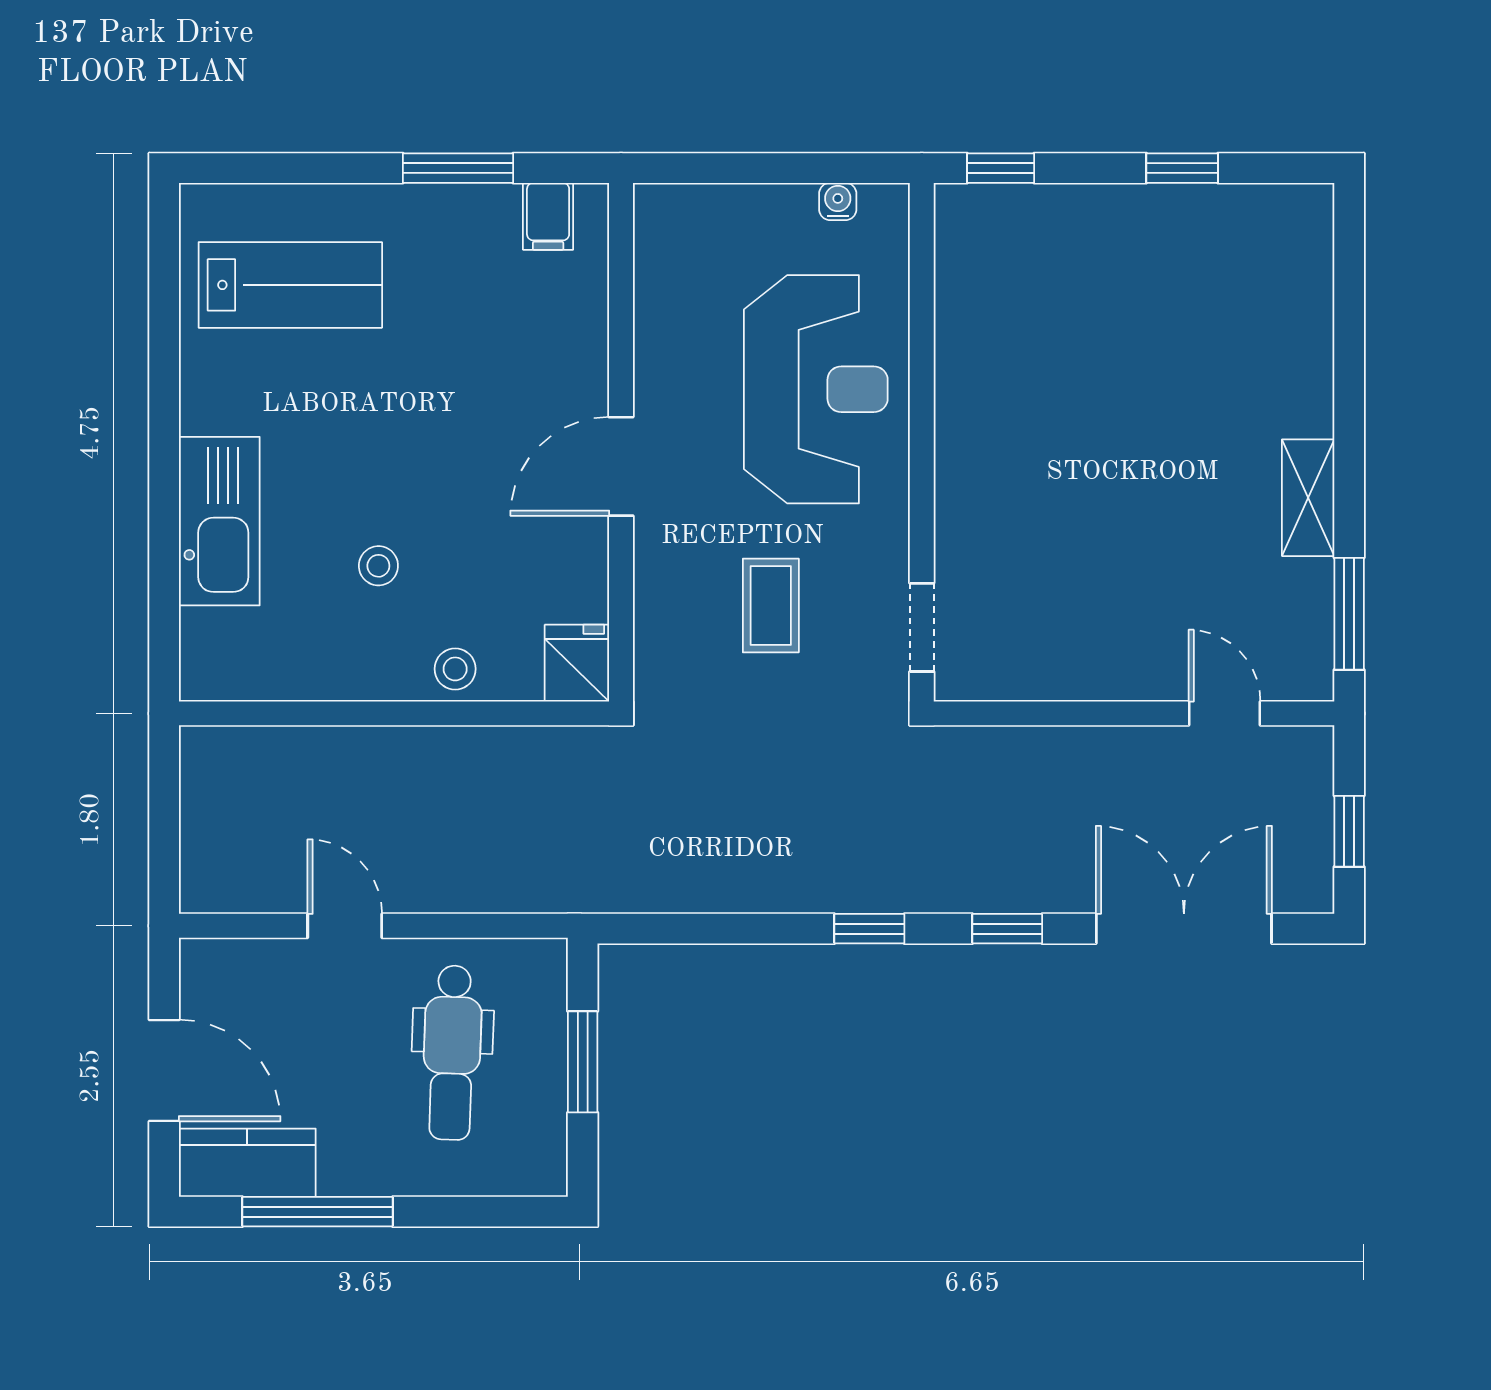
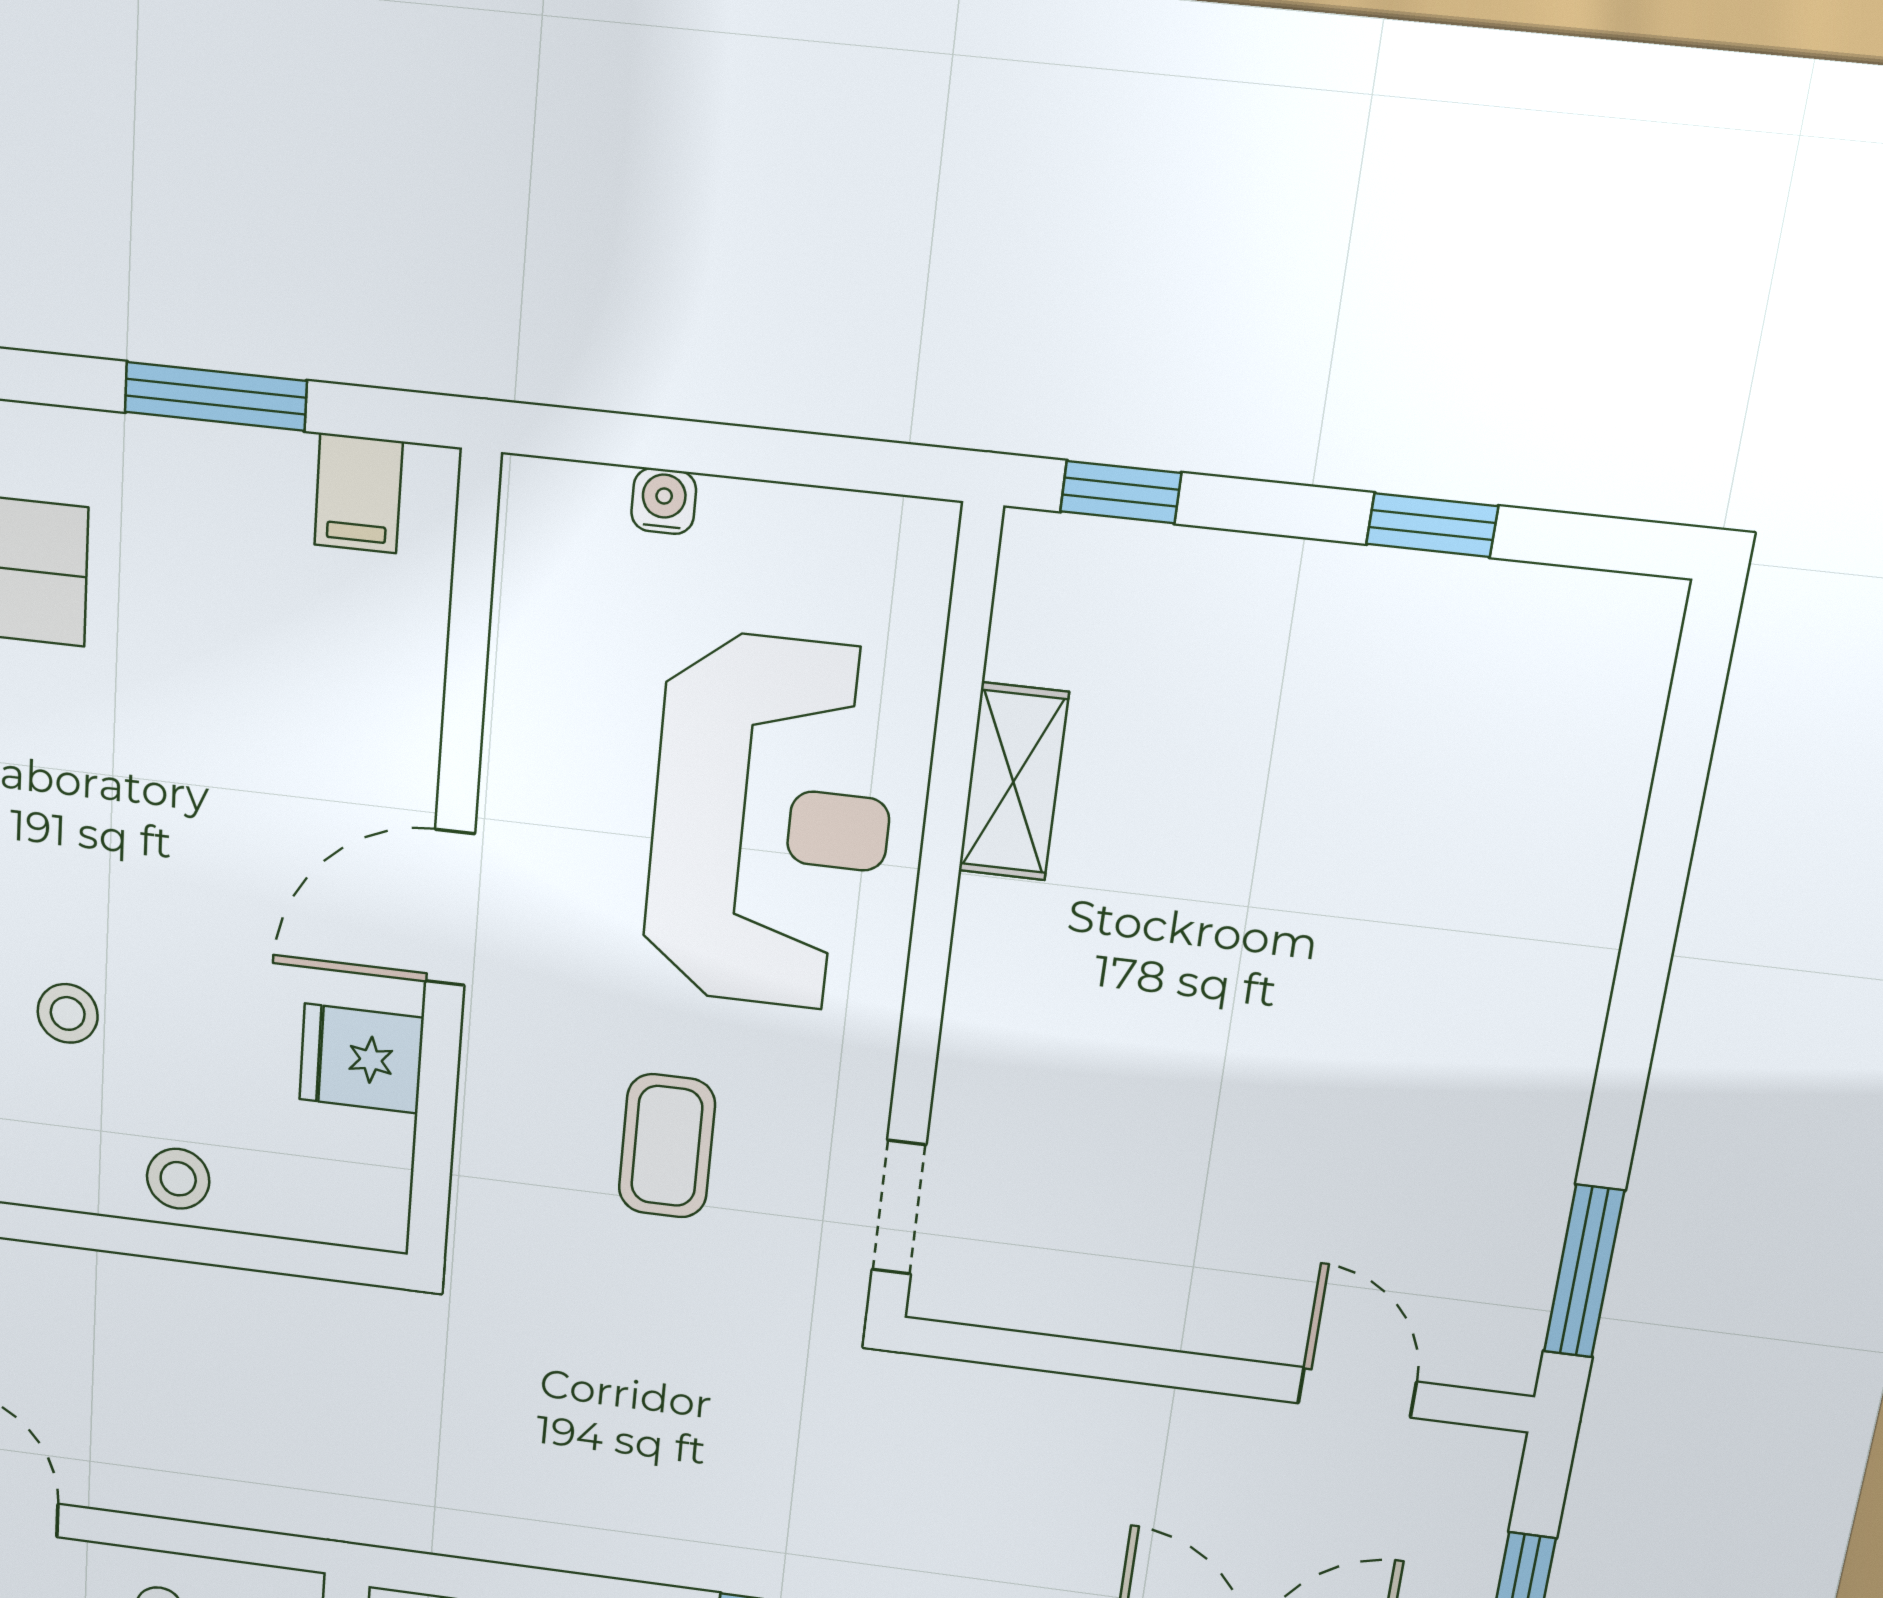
water cooler: (838, 201) -> (664, 501), moved
shelving: (1308, 498) -> (1013, 782), moved
fridge: (577, 663) -> (361, 1059), moved, turned -90

